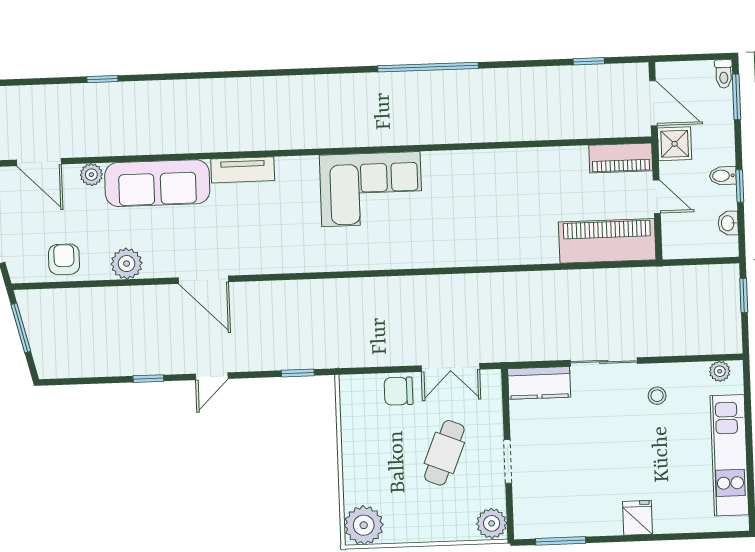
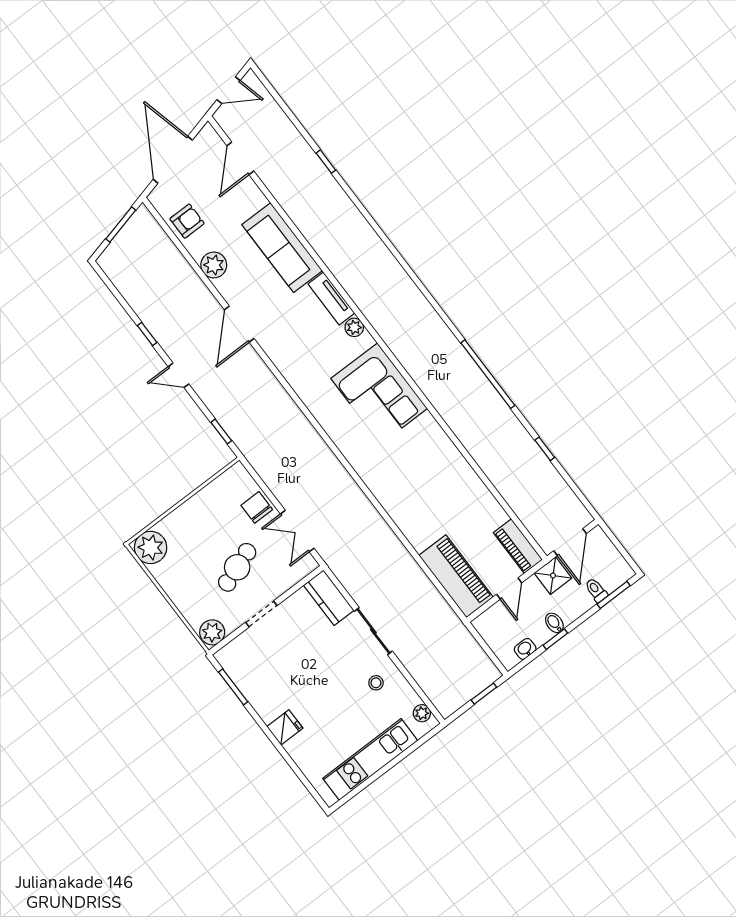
window: (589, 61) -> (545, 449), moved
toilet: (724, 74) -> (596, 590), moved, turned 90
plant: (91, 175) -> (354, 327), moved
cafe table: (444, 453) -> (237, 567), turned -42

